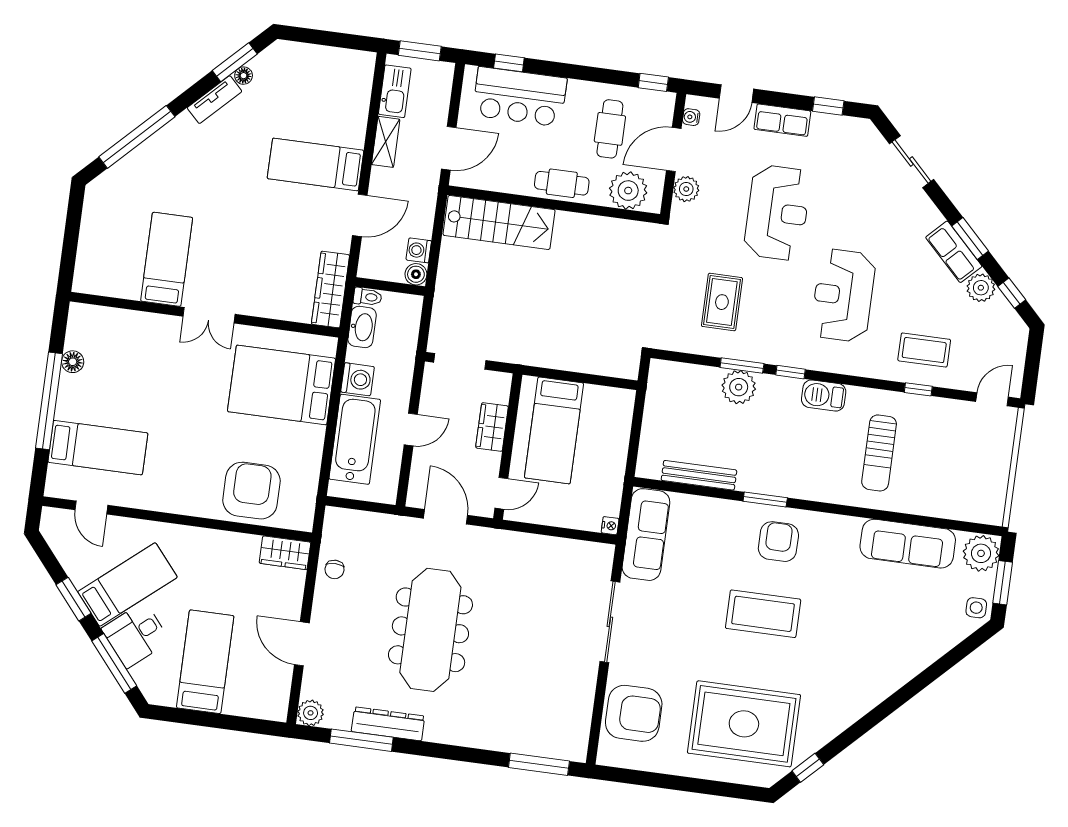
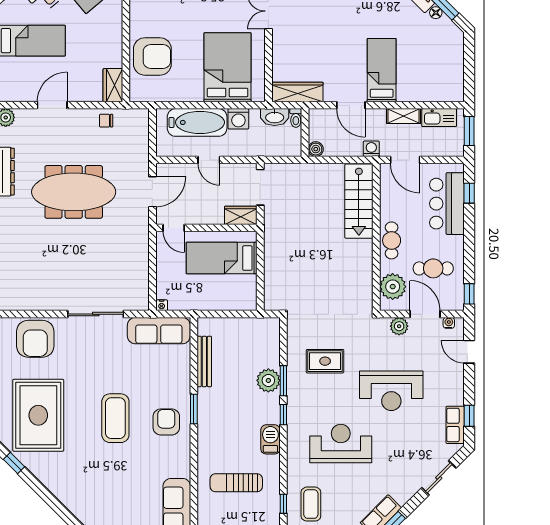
row of seats: (782, 120) -> (455, 425), moved
washing machine: (419, 250) -> (371, 149), moved
wardrobe: (492, 427) -> (241, 215), moved
armchair: (778, 542) -> (166, 422), turned -90

